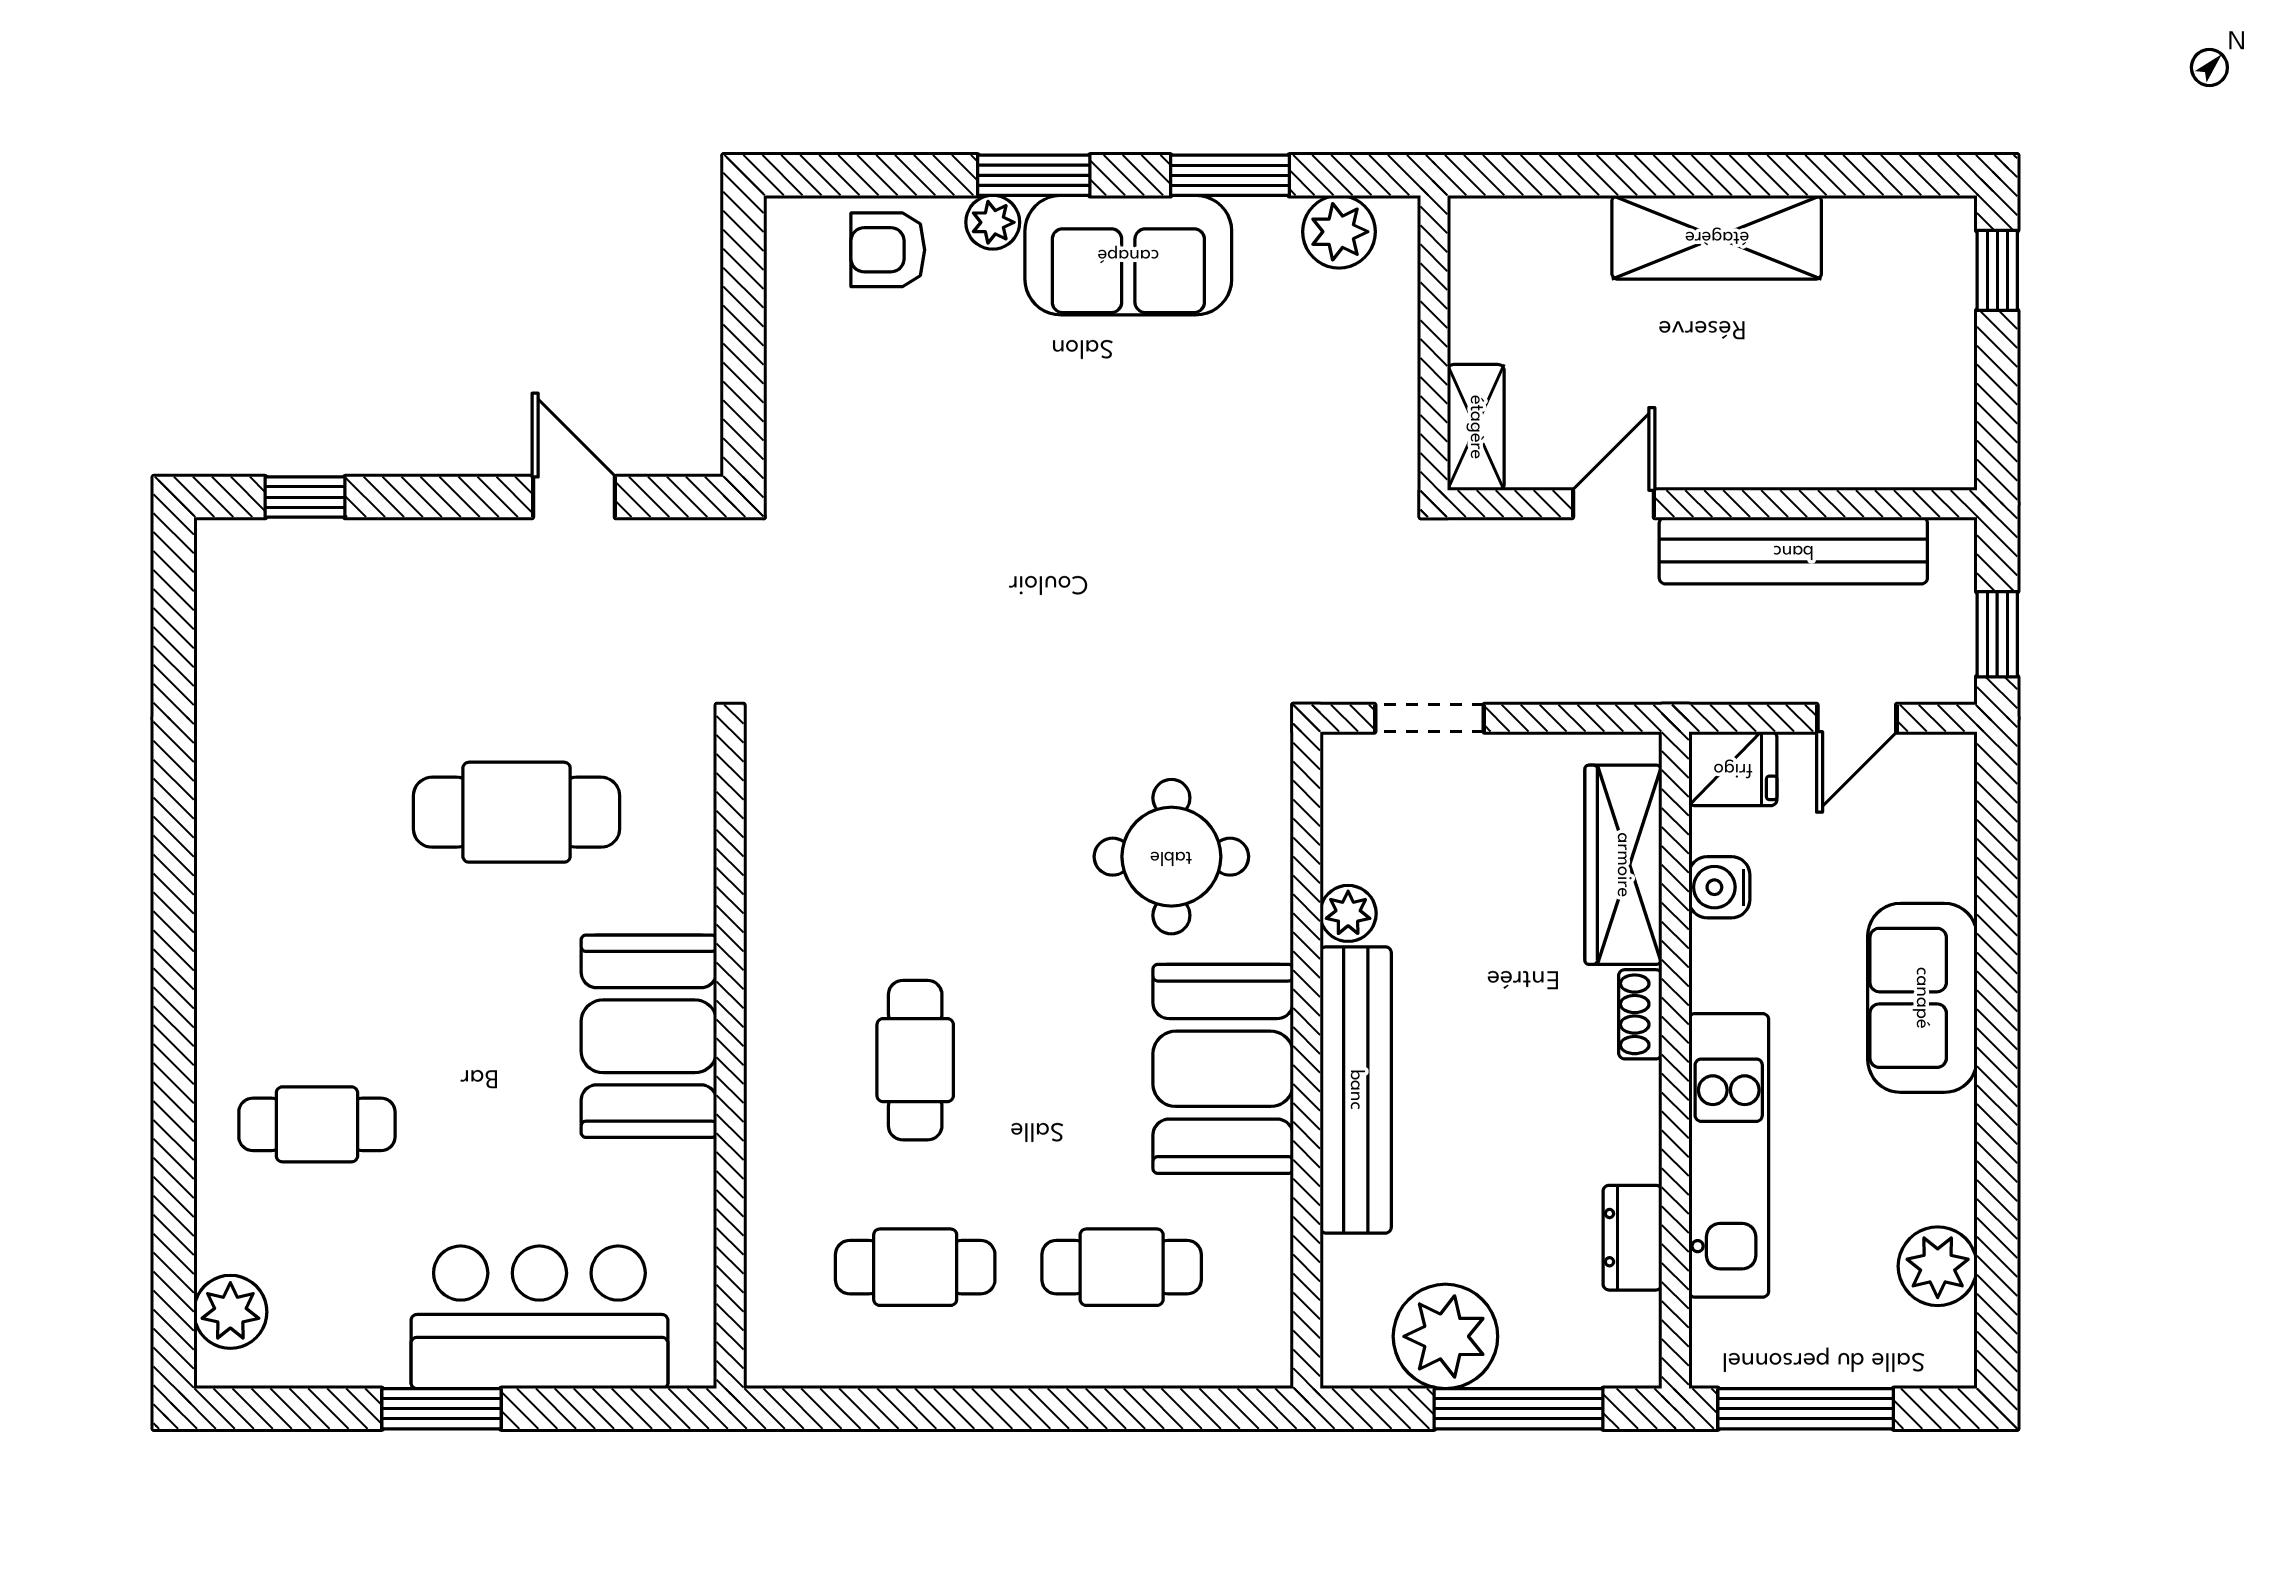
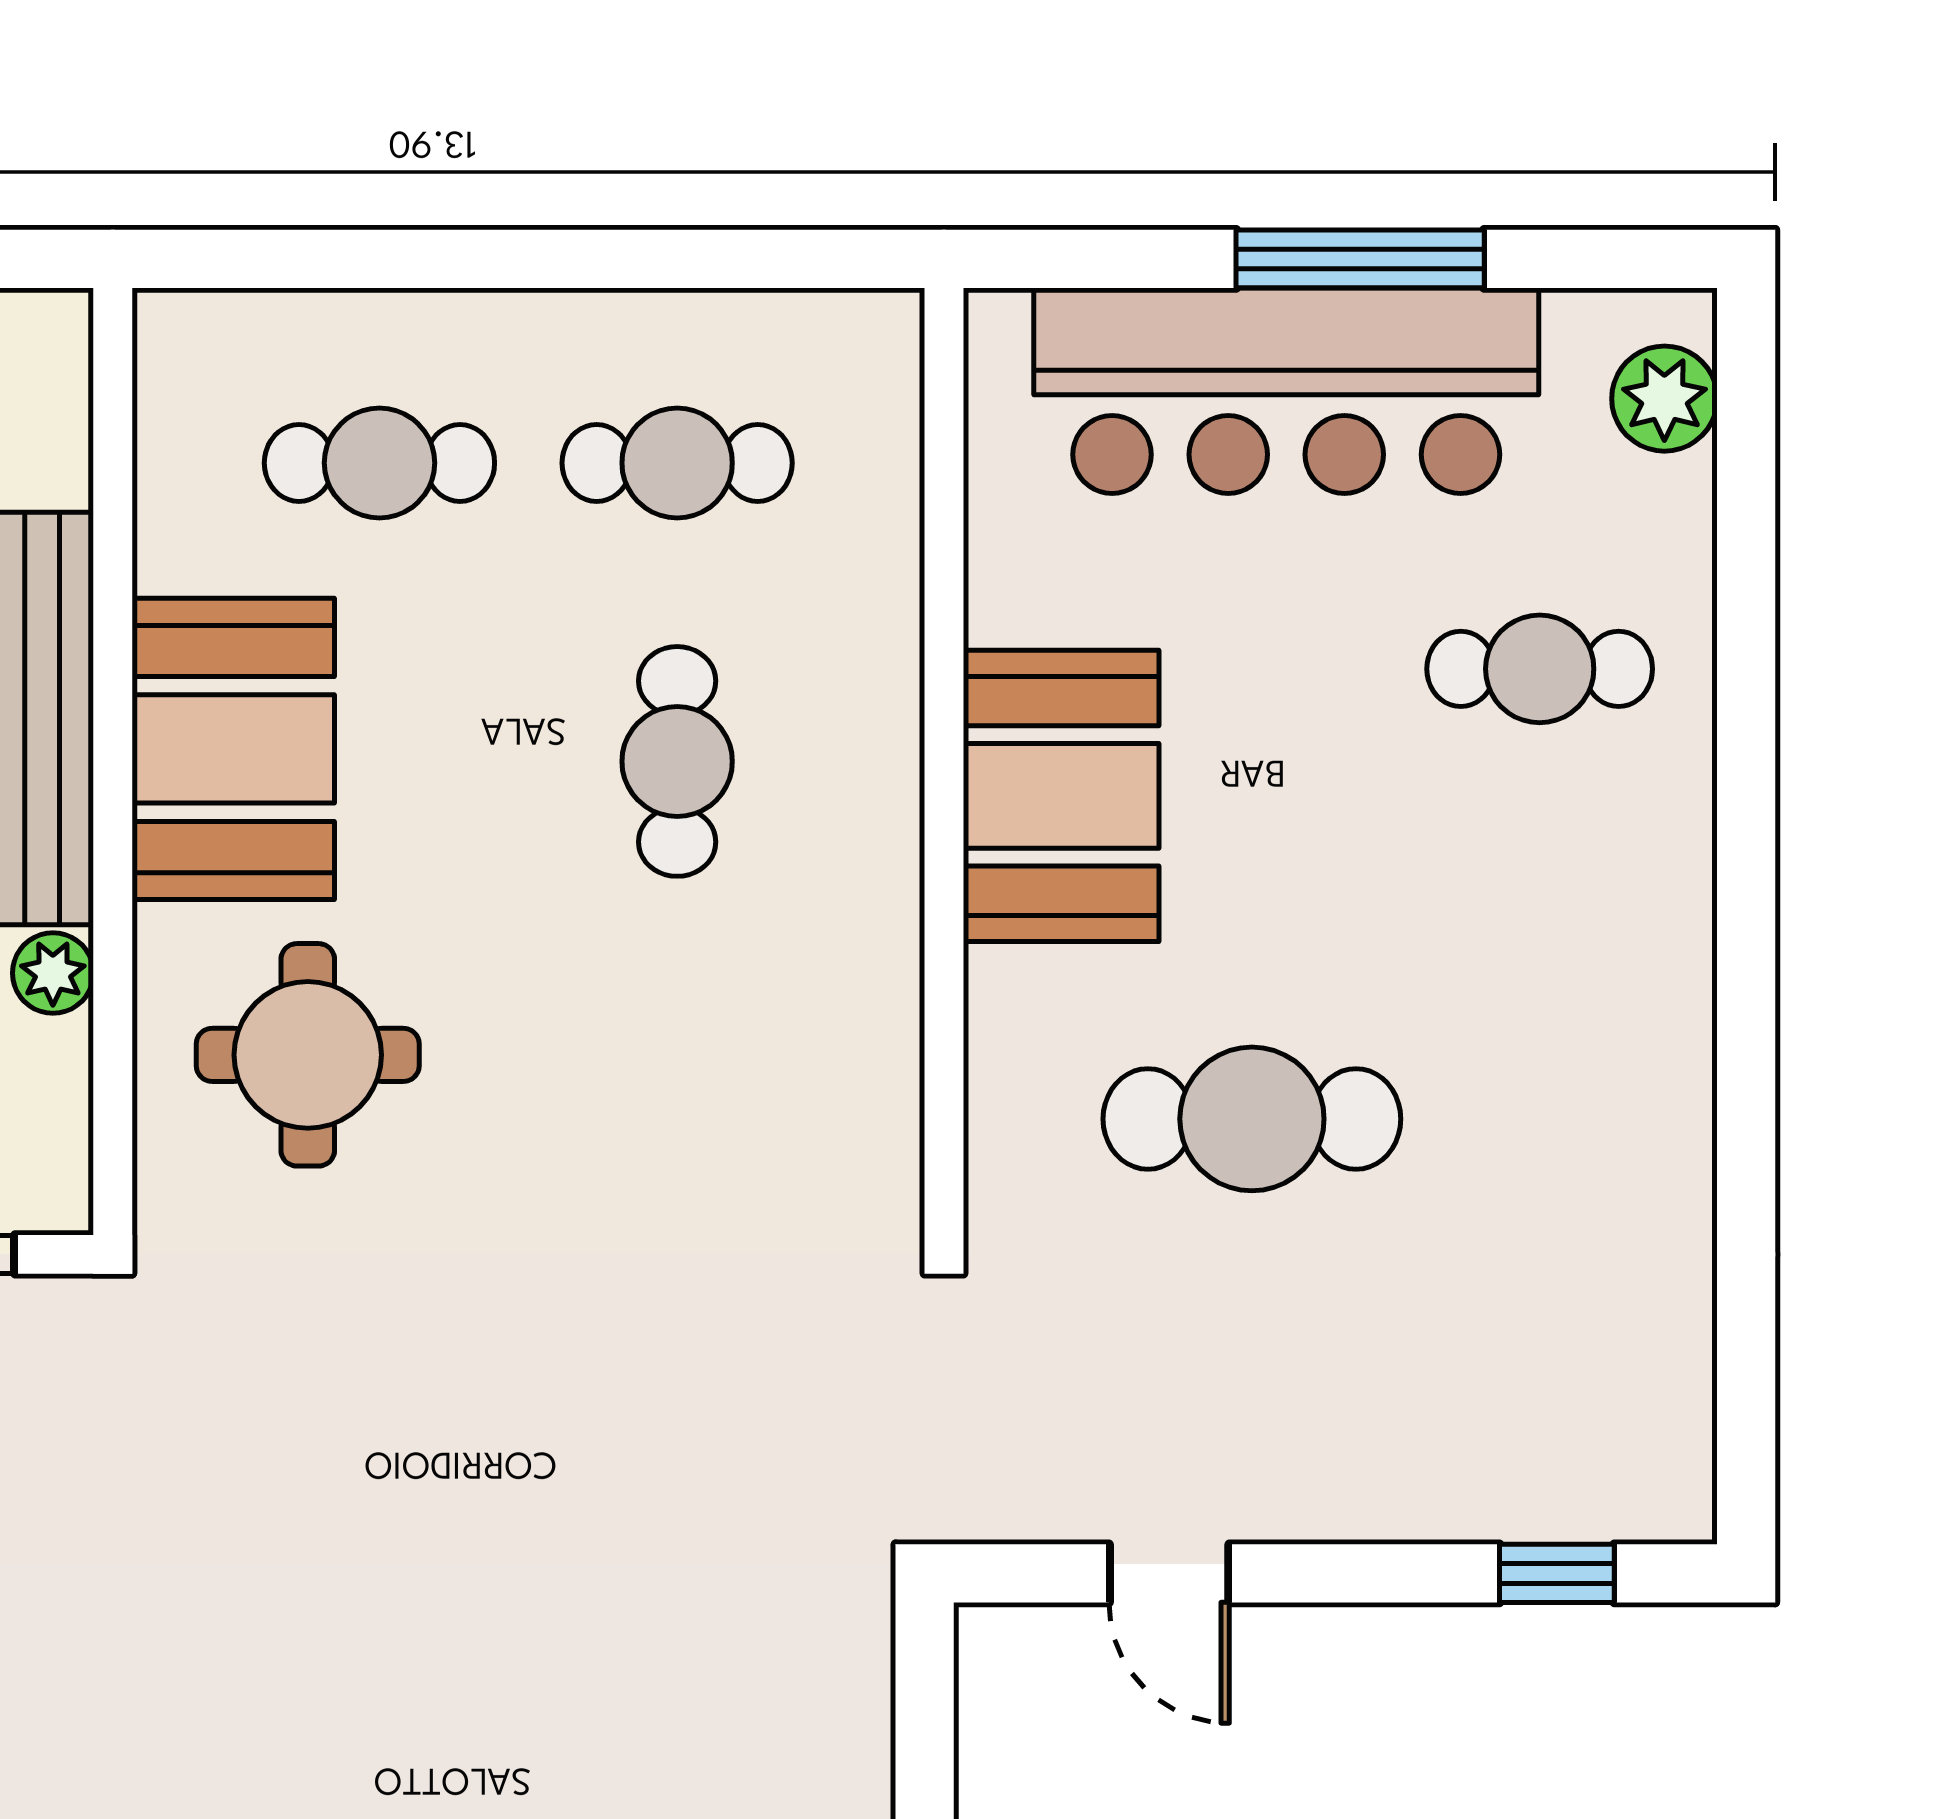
bar counter: (539, 1317) -> (1286, 391), width x1.36
window: (442, 1409) -> (1360, 259), width x1.44

